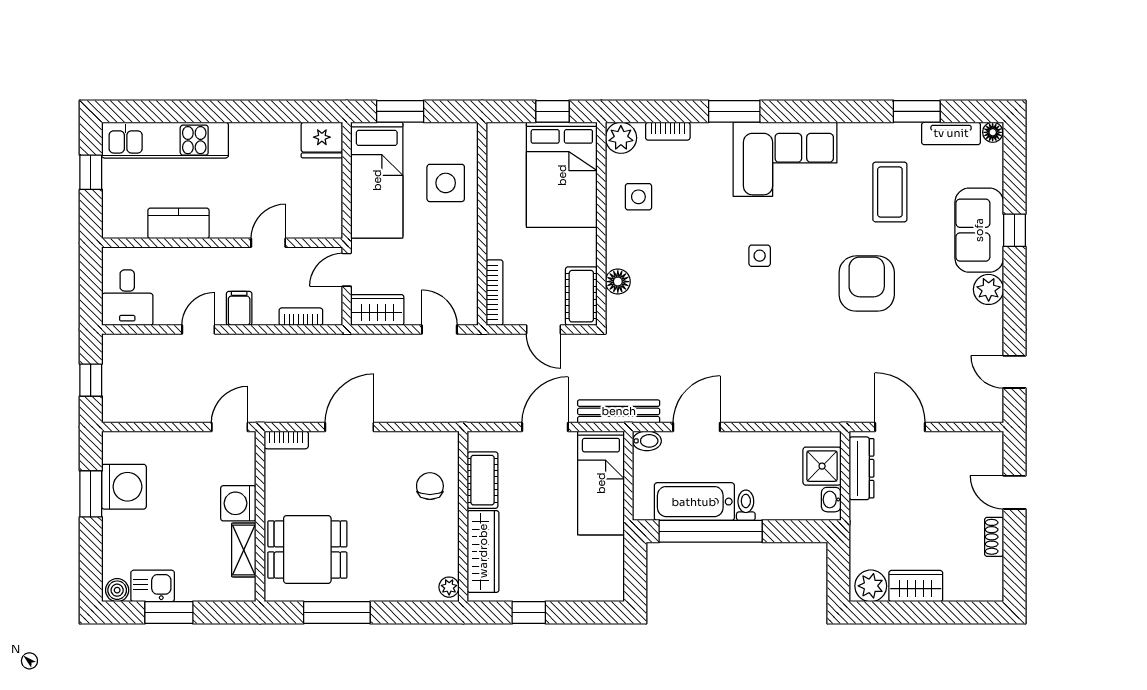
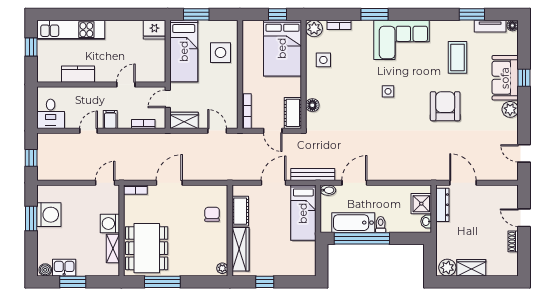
dining table: (307, 549) -> (147, 248), width x1.37

